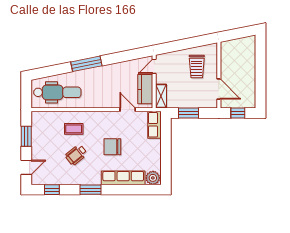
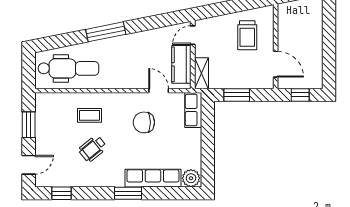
chair: (112, 147) -> (144, 122), moved
window: (90, 190) -> (128, 193), moved

